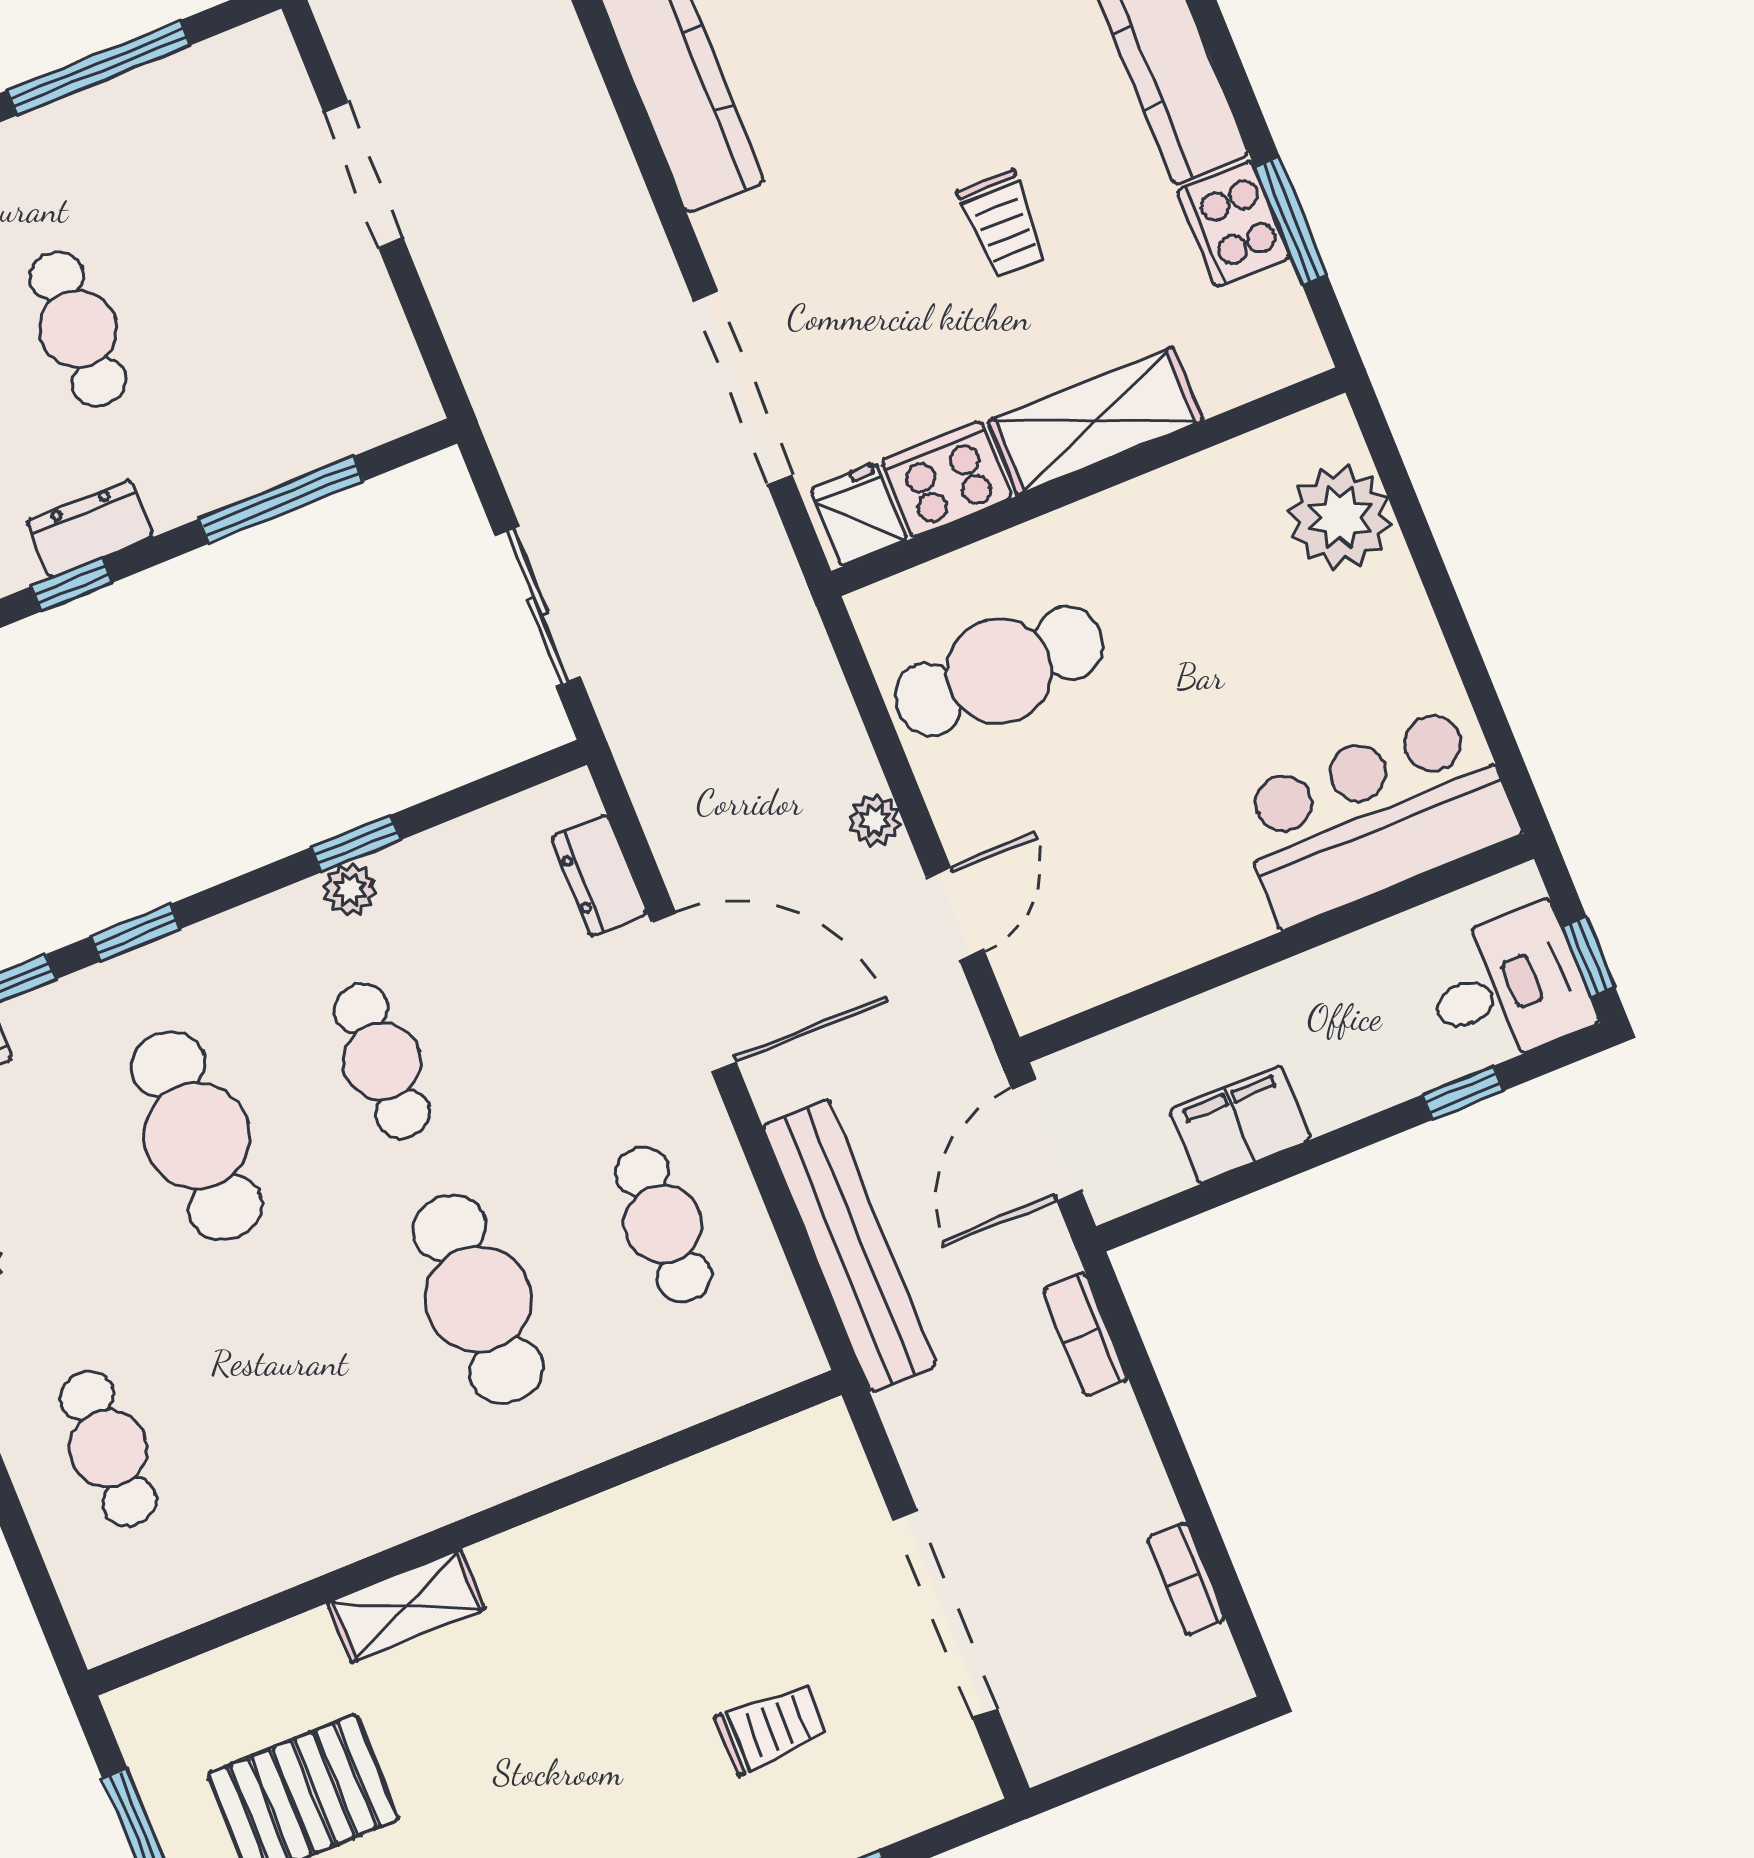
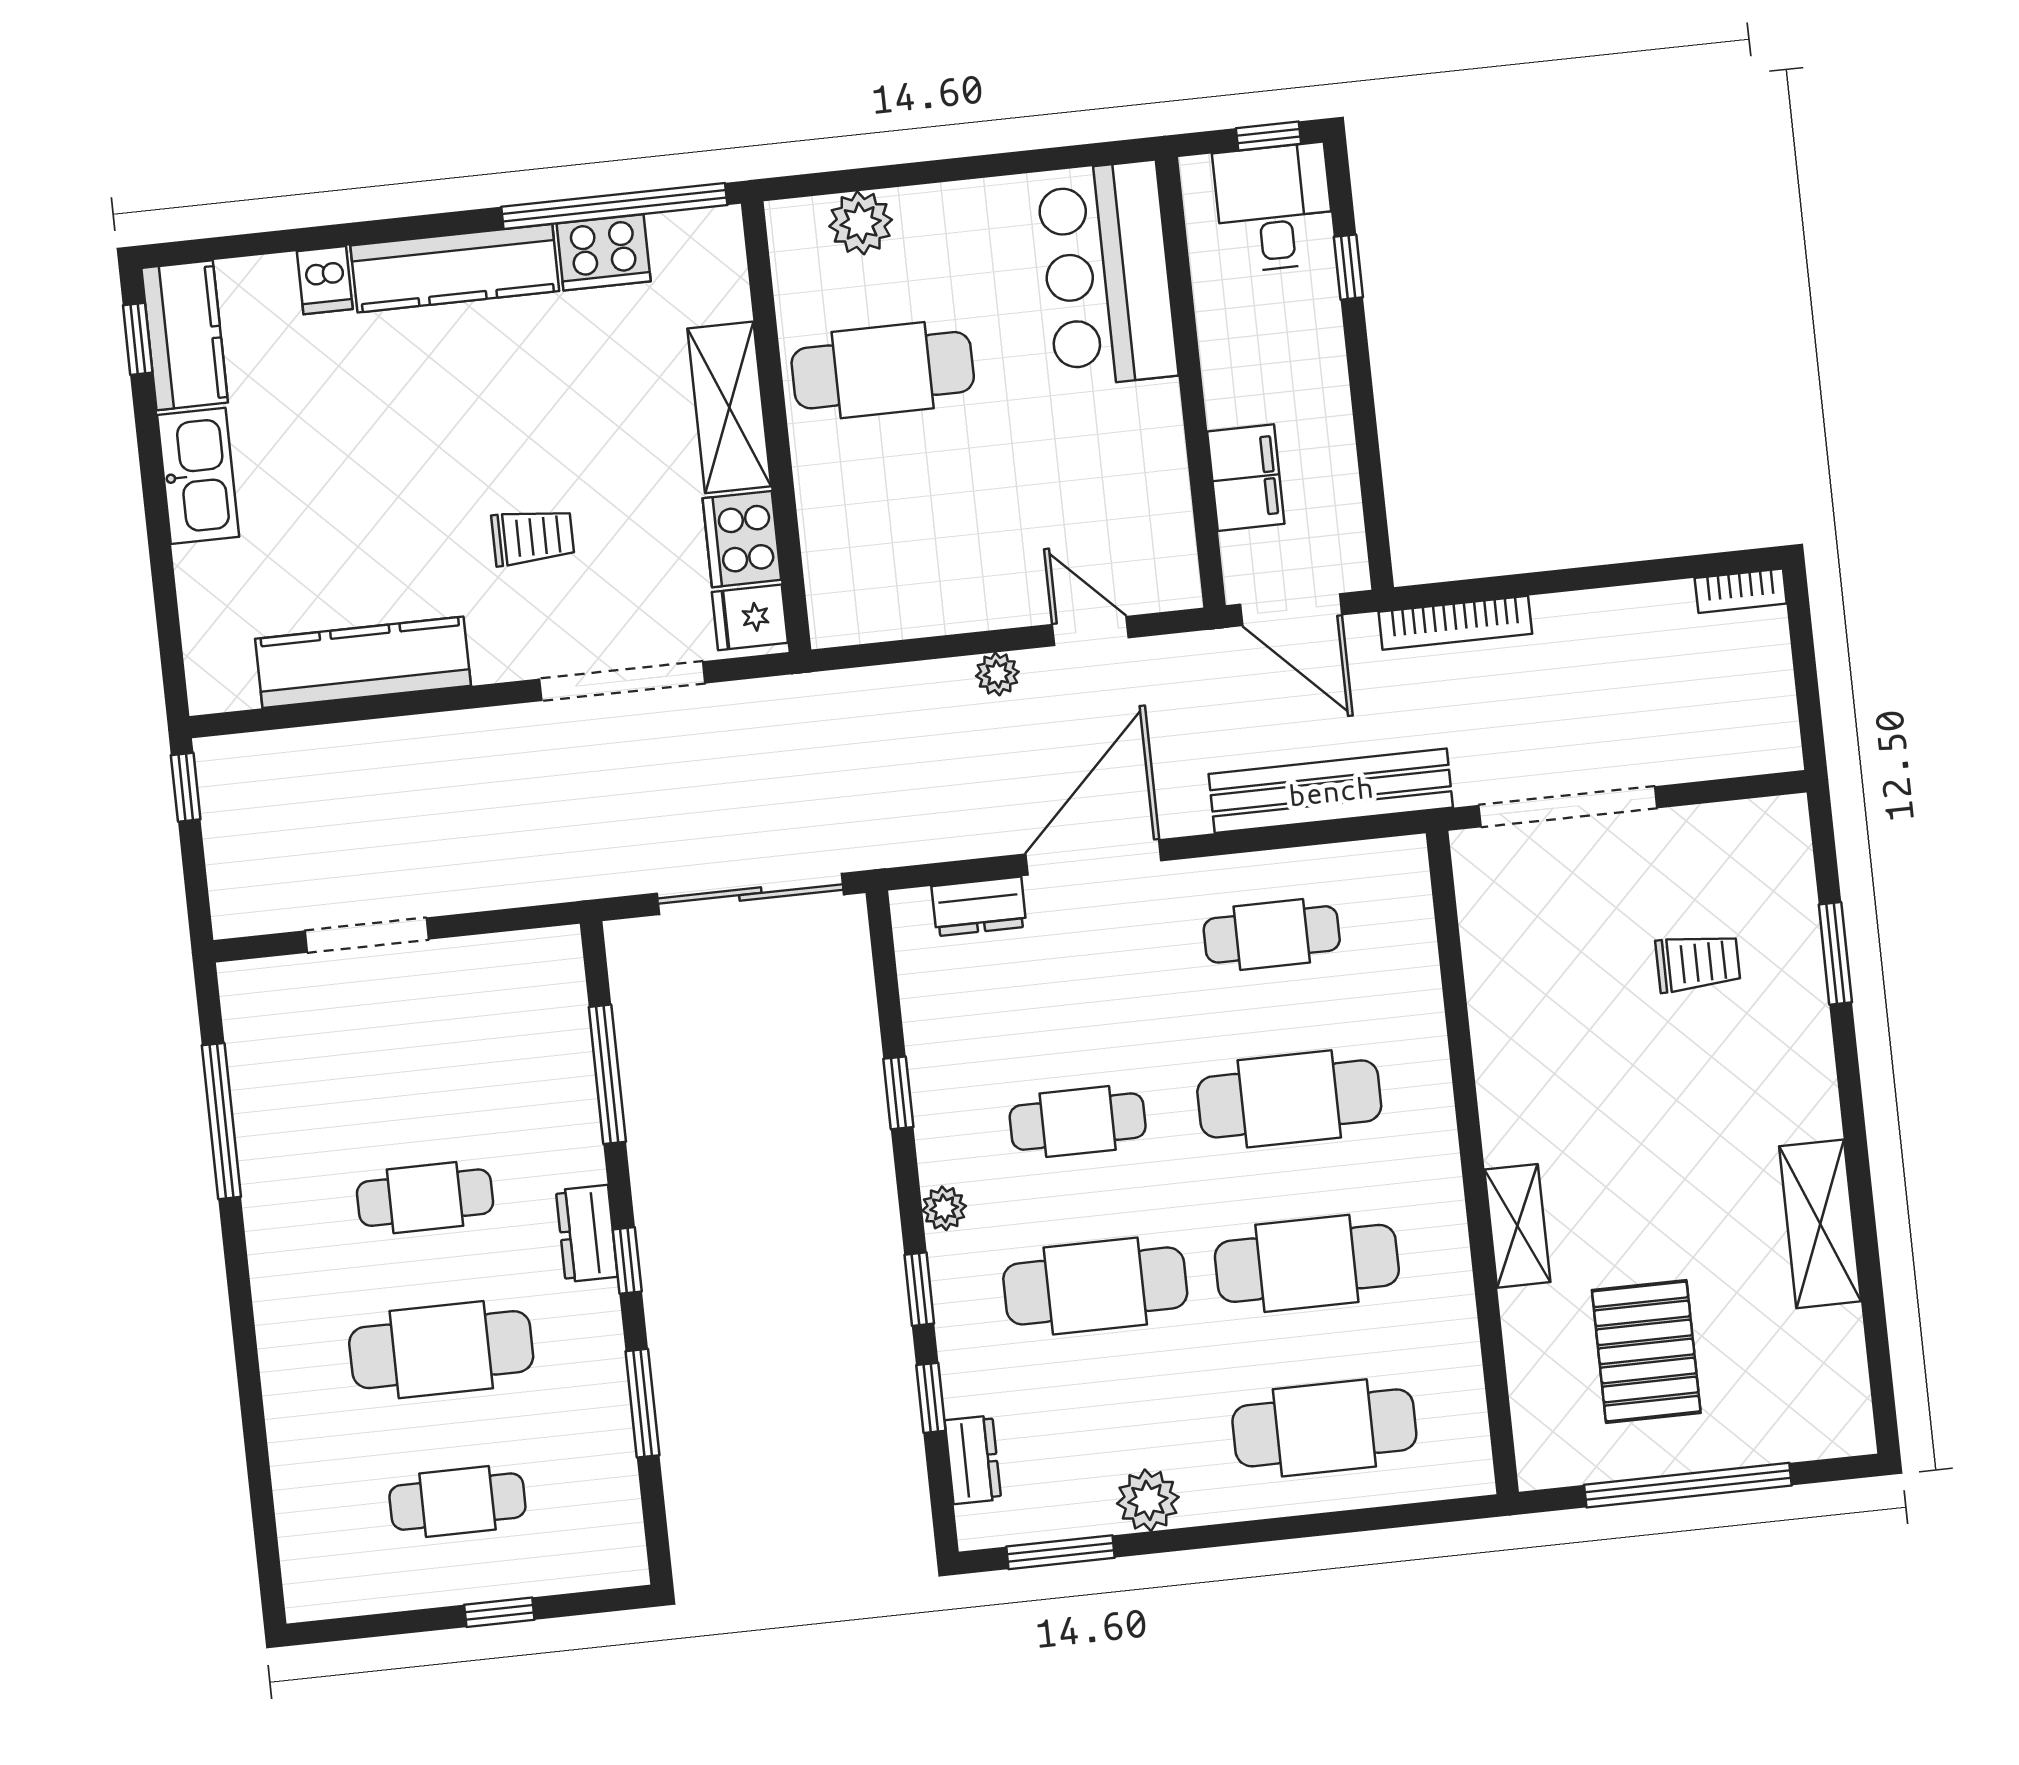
window: (1291, 221) -> (614, 206), width x2.11
trolley: (1003, 224) -> (533, 537), moved
plant: (1340, 518) -> (861, 223), width x0.73, depth x0.73
sliding door: (538, 606) -> (750, 894), width x1.37
cafe table: (999, 671) -> (883, 370), moved, turned 90
plant: (350, 889) -> (944, 1208), moved
filing cabinet: (1240, 1125) -> (1246, 478), moved, turned 180
bookcase: (1085, 1335) -> (1455, 623), width x1.56
cafe table: (293, 1374) -> (1307, 1263), added
cafe table: (108, 1449) -> (1324, 1428), width x1.37, depth x1.35
bookcase: (1186, 1579) -> (1741, 591), moved
doorway: (945, 1615) -> (1568, 807), moved
trolley: (771, 1728) -> (1698, 963), turned 90

